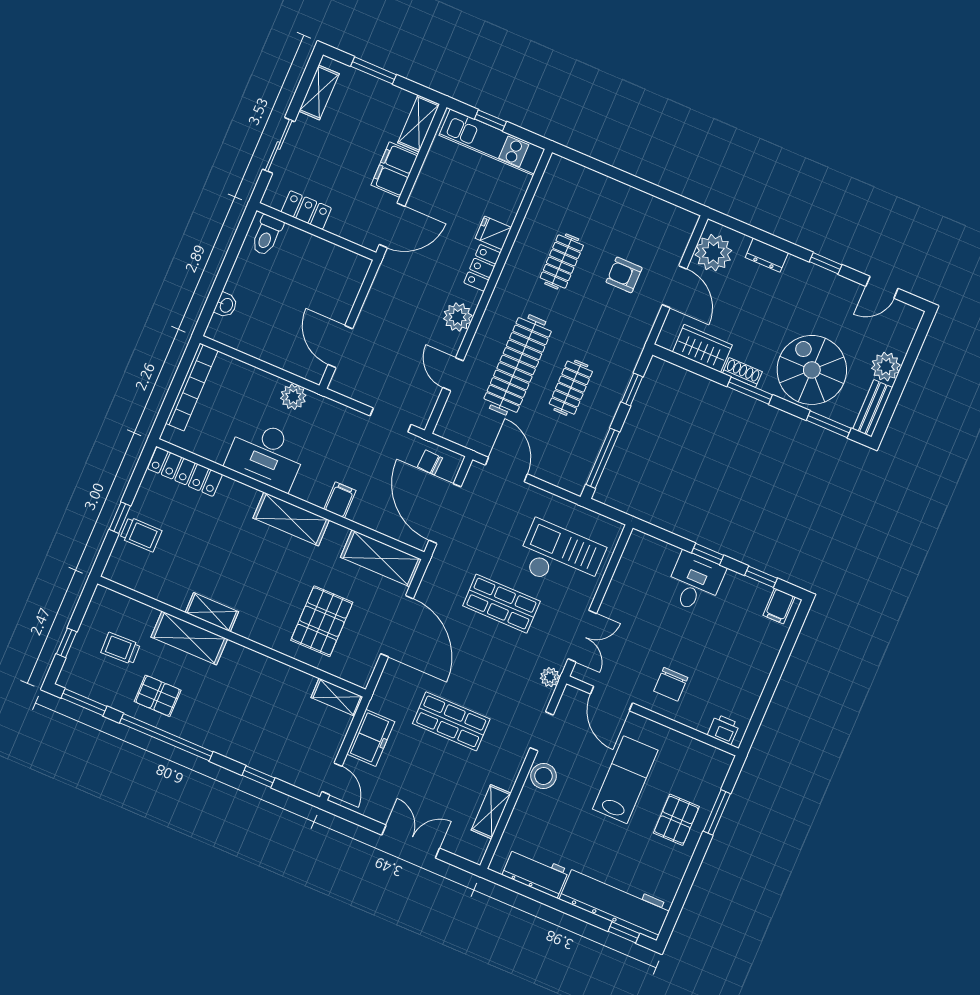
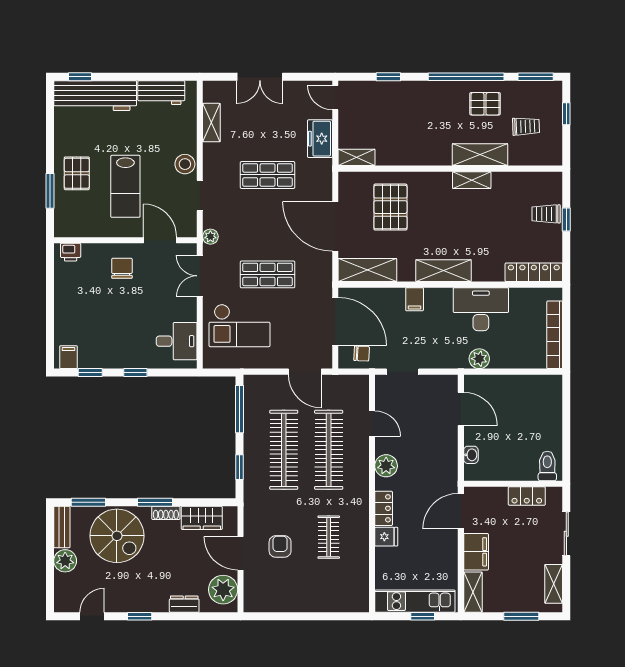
armchair: (624, 275) -> (280, 546), turned -90
washbasin: (226, 305) -> (471, 455), moved, turned 180
clothes rail: (571, 388) -> (284, 450), width x1.86, depth x1.31
desk: (695, 582) -> (177, 341), moved, turned -90

